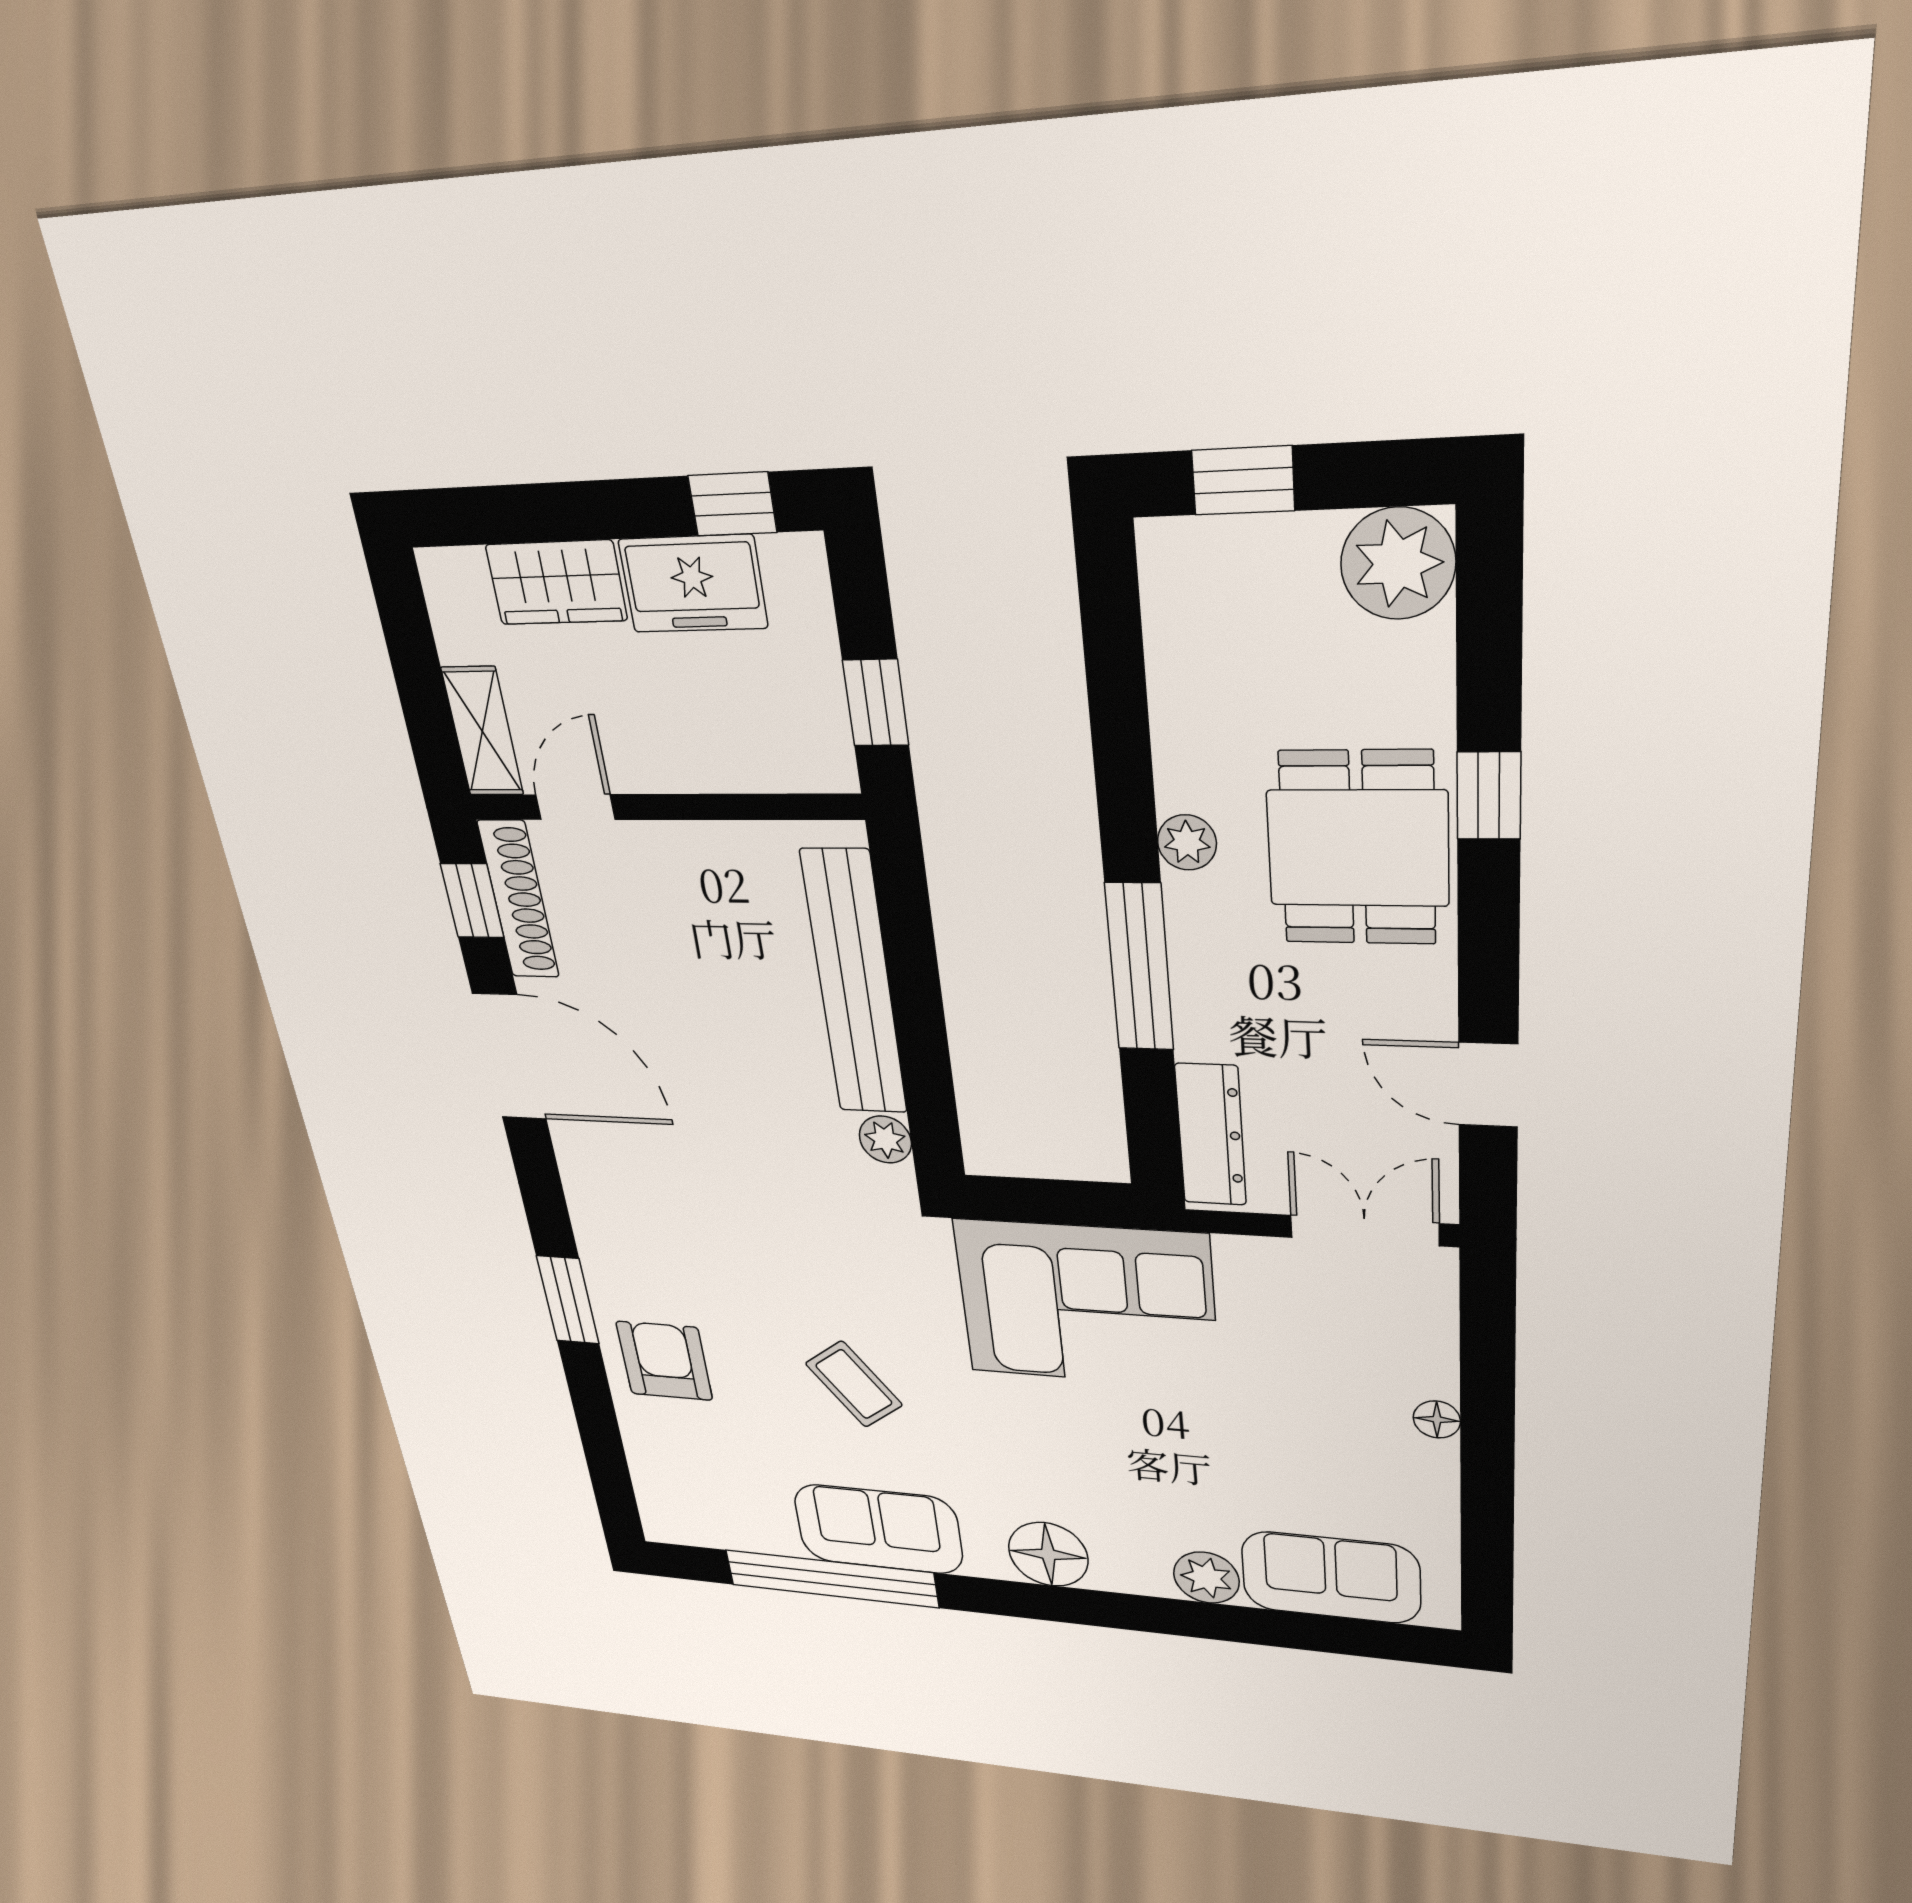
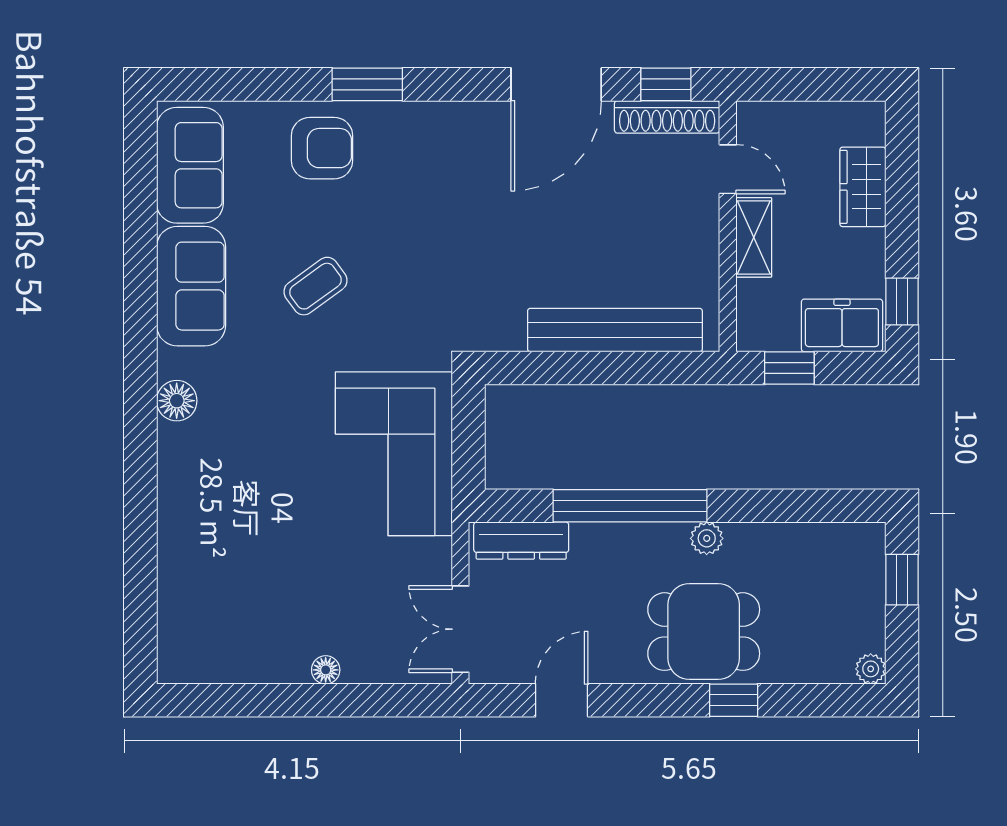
plant: (1398, 564) -> (871, 669), width x0.53, depth x0.53
freezer: (693, 584) -> (842, 325), moved, turned 90
shelving: (482, 731) -> (754, 237), moved, turned 90
window: (1139, 967) -> (630, 506), width x1.46
plant: (885, 1139) -> (507, 335), removed
double door: (1365, 1231) -> (460, 629), swing flipped
floor lamp: (1048, 1554) -> (177, 401), width x0.73, depth x0.73
sofa: (1331, 1577) -> (190, 165), moved
plant: (1206, 1578) -> (179, 517), removed
window: (831, 1579) -> (140, 244), removed

